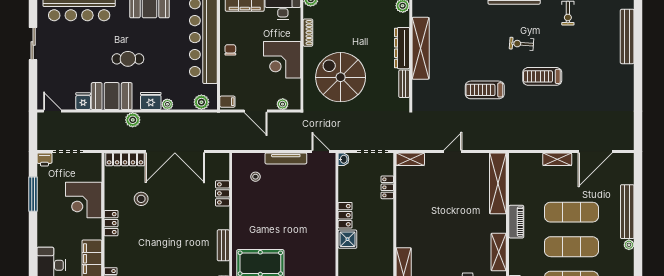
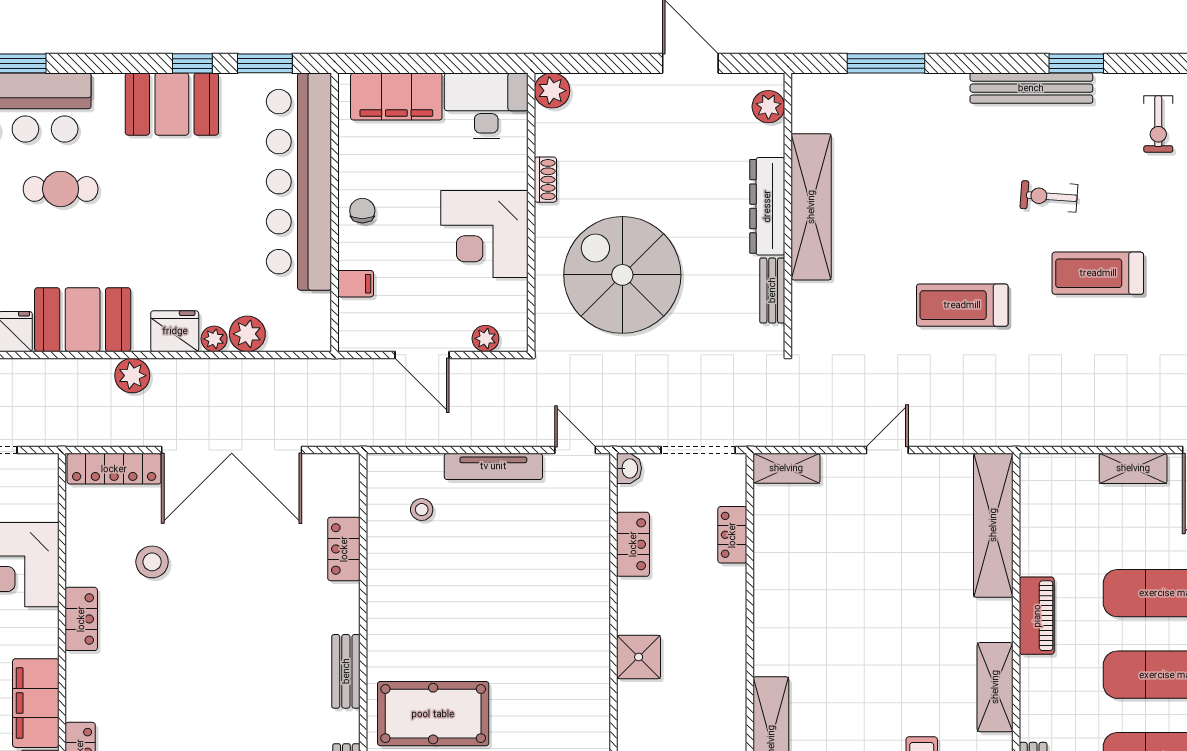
shoe rack: (308, 33) -> (545, 180), width x0.70
cafe table: (128, 59) -> (61, 189), moved
plant: (201, 102) -> (247, 334), moved
filing cabinet: (227, 102) -> (356, 284), moved
locker: (345, 215) -> (633, 544), moved

